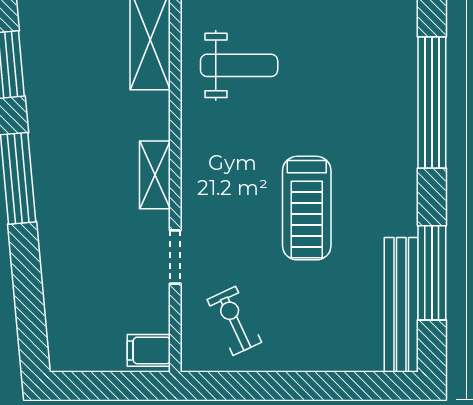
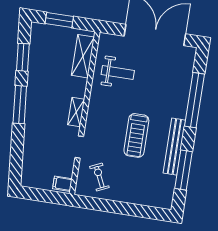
bench: (401, 305) -> (174, 147), moved

